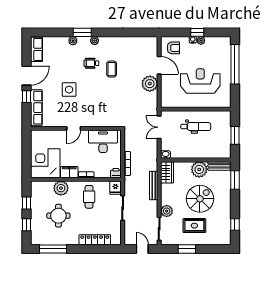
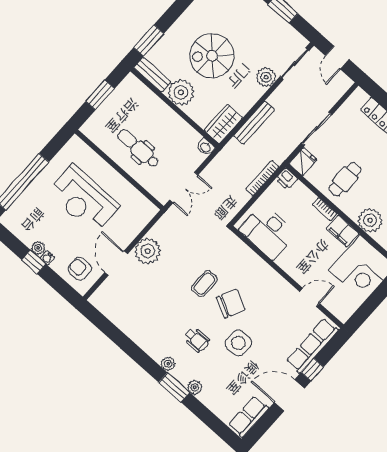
coffee table: (112, 69) -> (204, 284), moved
side table: (69, 90) -> (238, 343), moved
chair: (91, 94) -> (231, 304), added
door: (74, 128) -> (310, 297), moved
rug: (194, 226) -> (248, 29), removed

